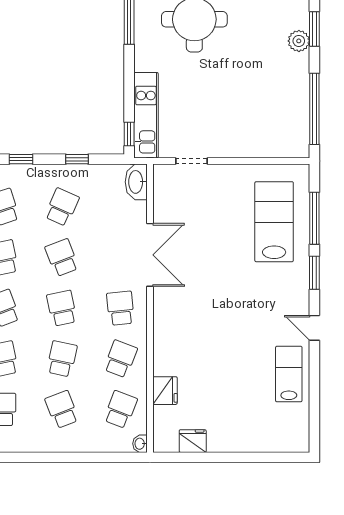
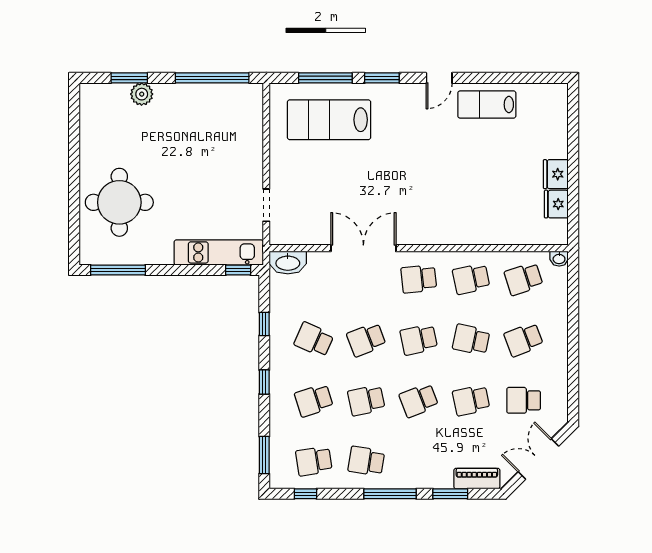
school desk: (120, 359) -> (471, 279), turned -33
fridge: (165, 391) -> (556, 174), moved, turned -90
school desk: (120, 409) -> (524, 279), turned -39

